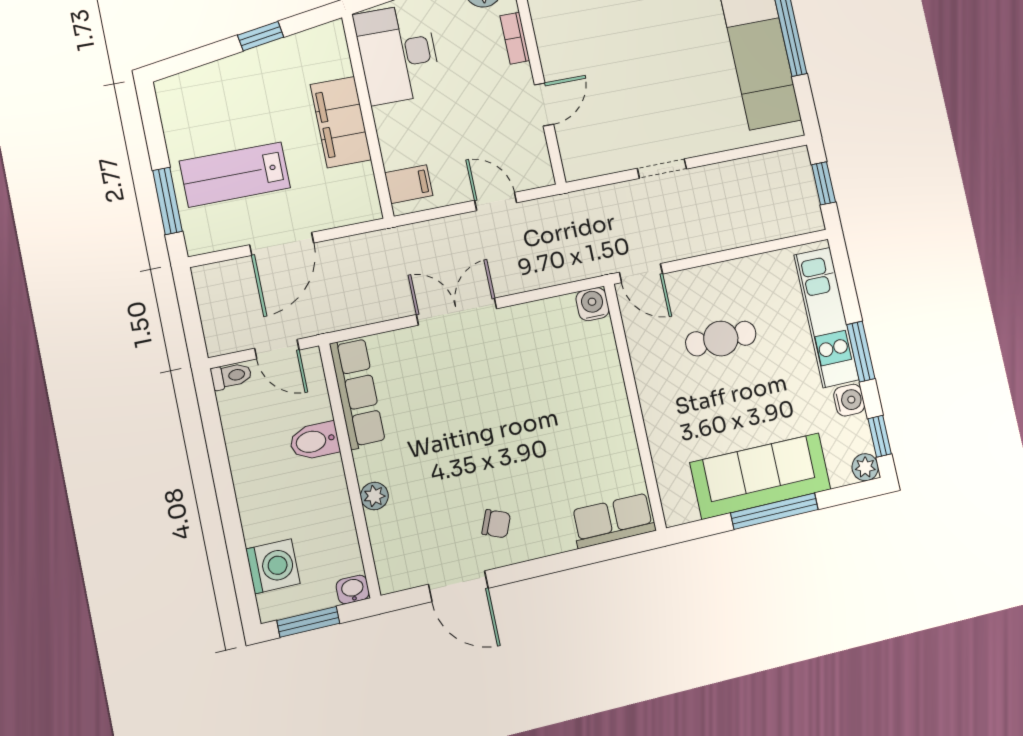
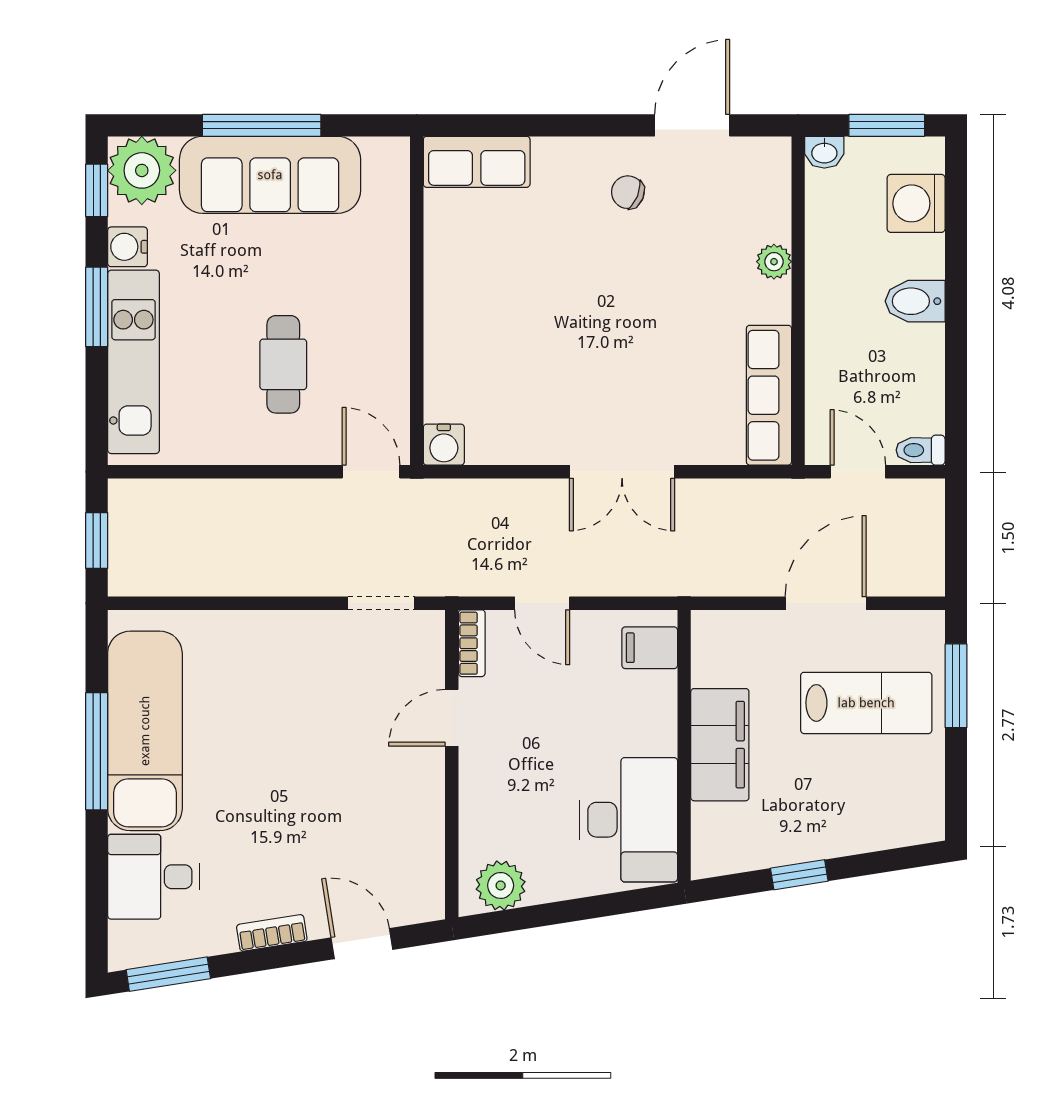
bookcase: (515, 38) -> (472, 643), moved
doorway: (662, 169) -> (381, 603), moved
cafe table: (721, 339) -> (283, 364), turned 90
bidet: (314, 441) -> (915, 301), moved, turned 180
plant: (865, 467) -> (142, 170), width x1.88, depth x1.88
door: (458, 586) -> (692, 125), hinge flipped

